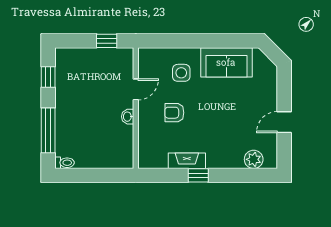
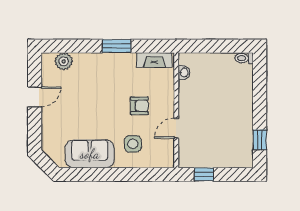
washbasin: (128, 117) -> (184, 73), moved
window: (48, 130) -> (260, 89), removed
fireplace: (187, 161) -> (154, 60), moved
window: (198, 175) -> (117, 46), width x1.50

